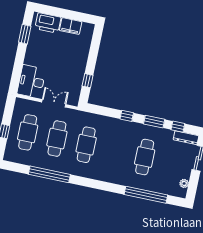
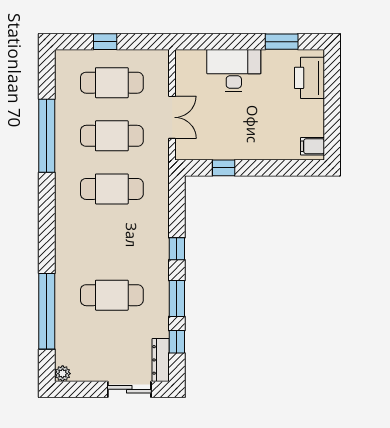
filing cabinet: (71, 26) -> (312, 146), moved, width x0.50
desk: (31, 81) -> (234, 71), moved
plant: (184, 183) -> (63, 374), moved

